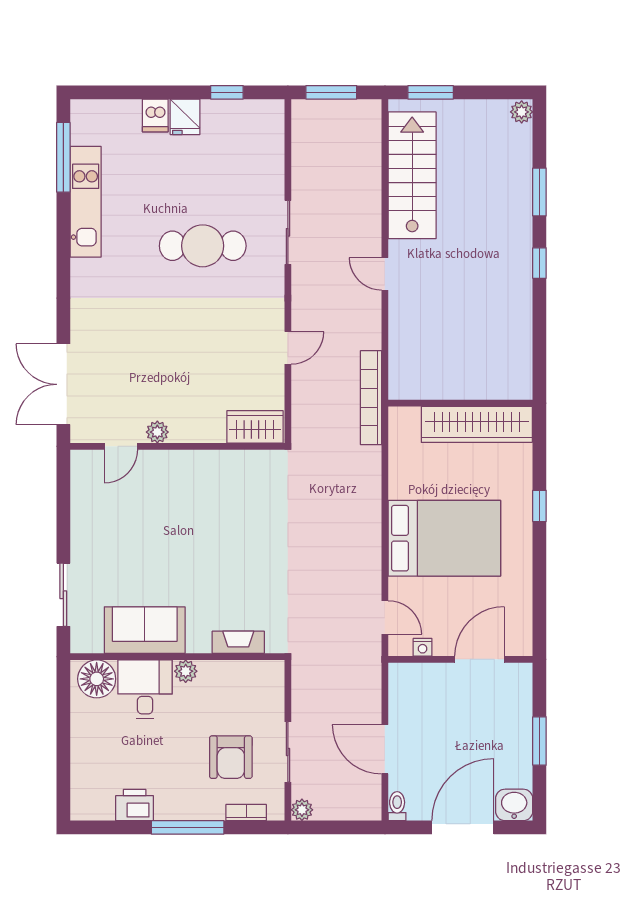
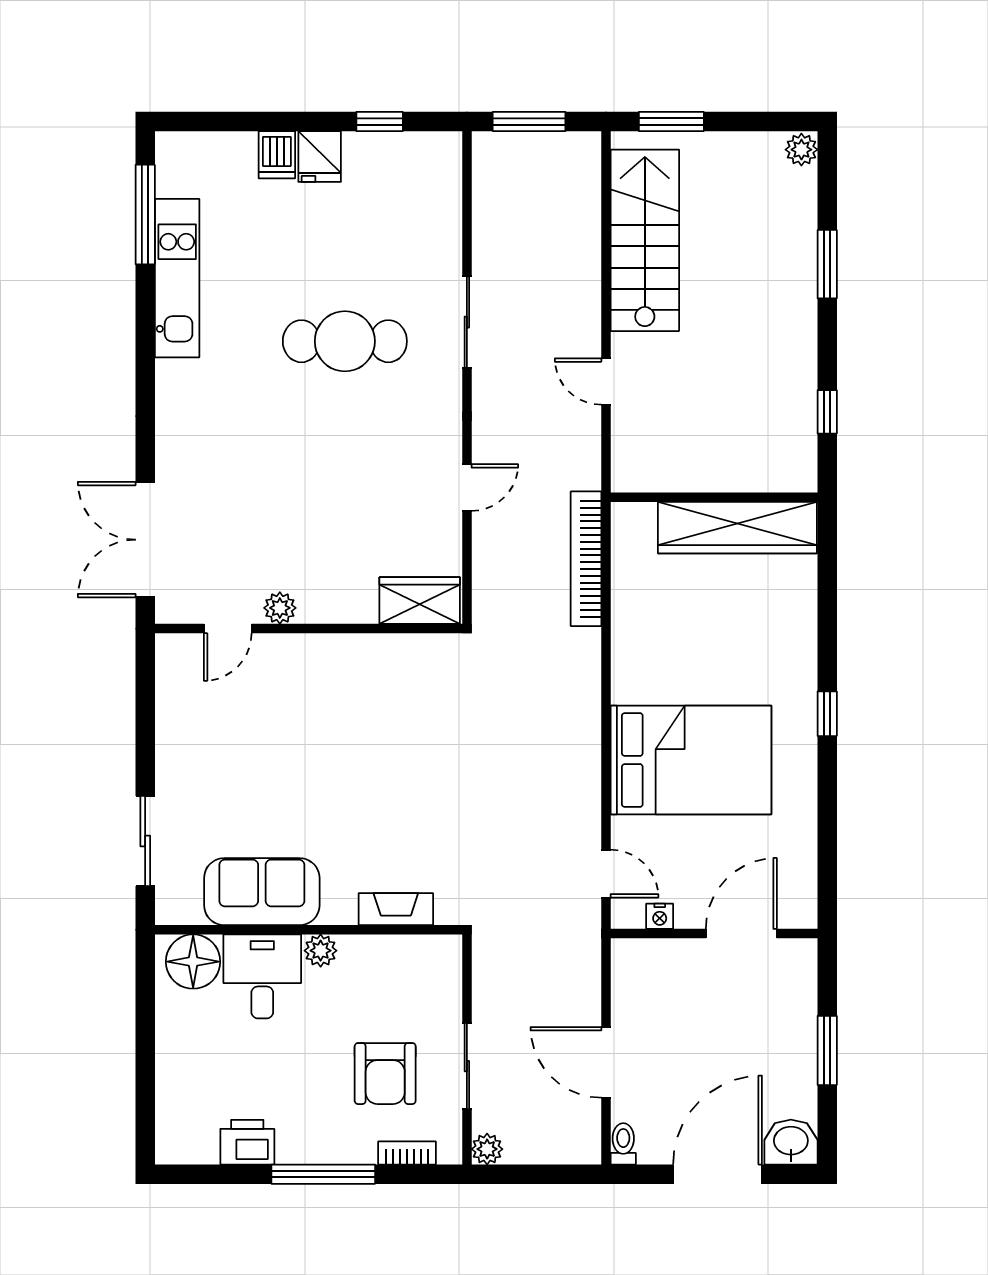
window: (539, 263) -> (827, 412), moved
wall: (460, 403) -> (714, 497), moved
wardrobe: (477, 424) -> (737, 528), moved

